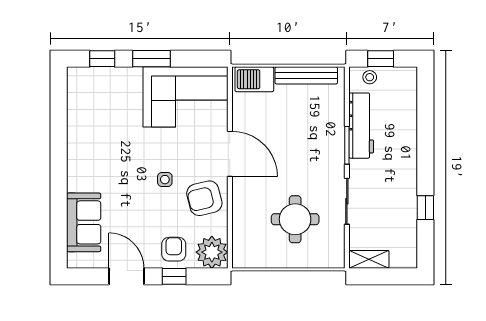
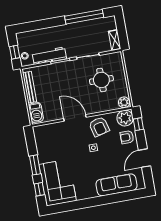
corner sofa: (185, 97) -> (58, 183), moved
door: (230, 154) -> (75, 118), hinge flipped
window: (425, 208) -> (84, 17), width x3.17
sofa: (84, 222) -> (116, 185), width x1.36
plant: (243, 256) -> (124, 102), added
window: (174, 276) -> (138, 124), moved

